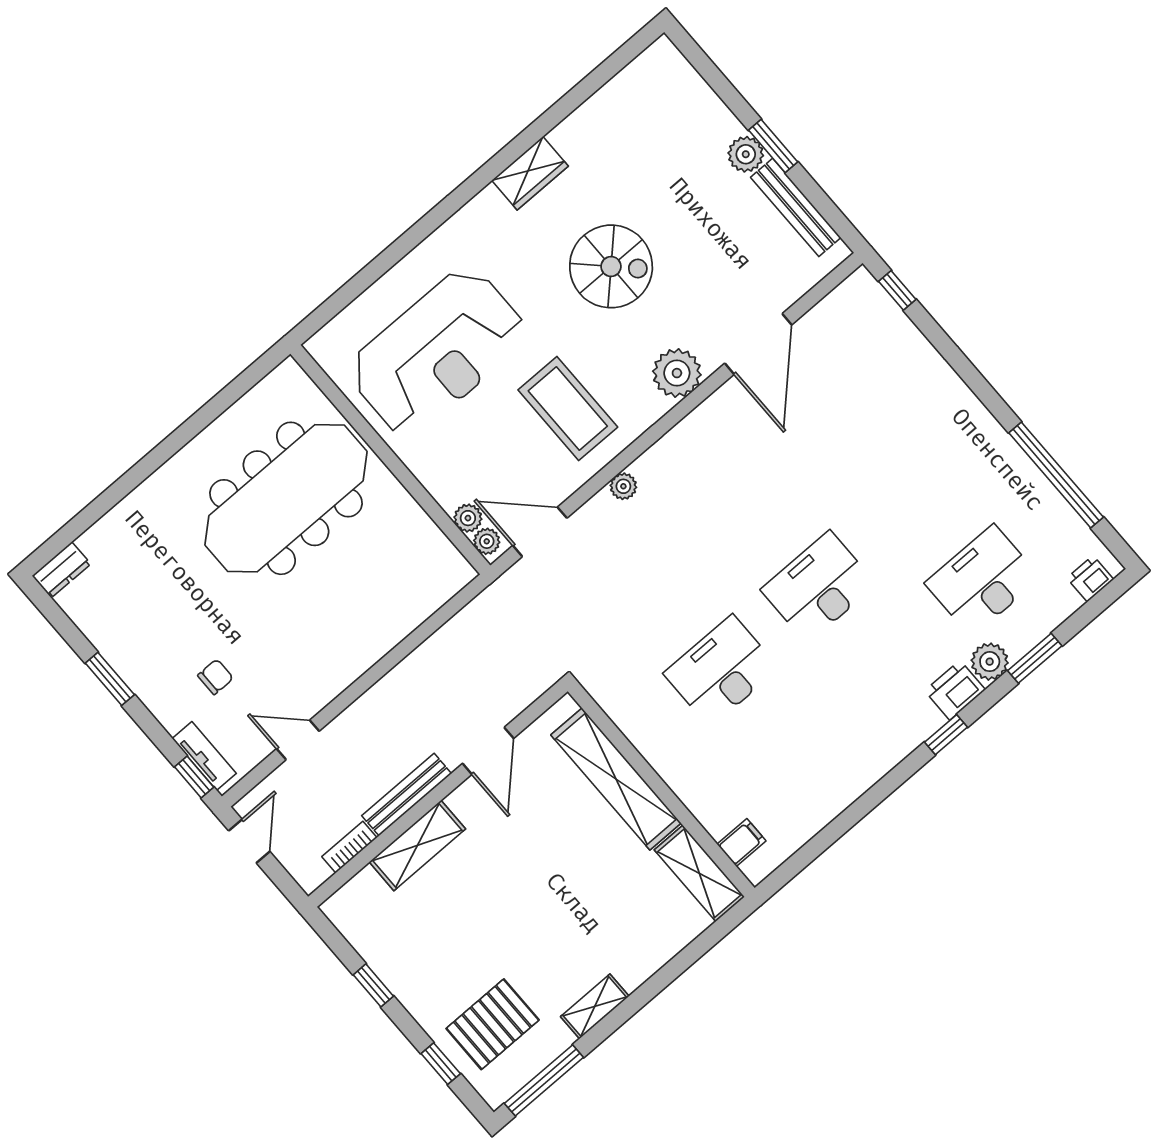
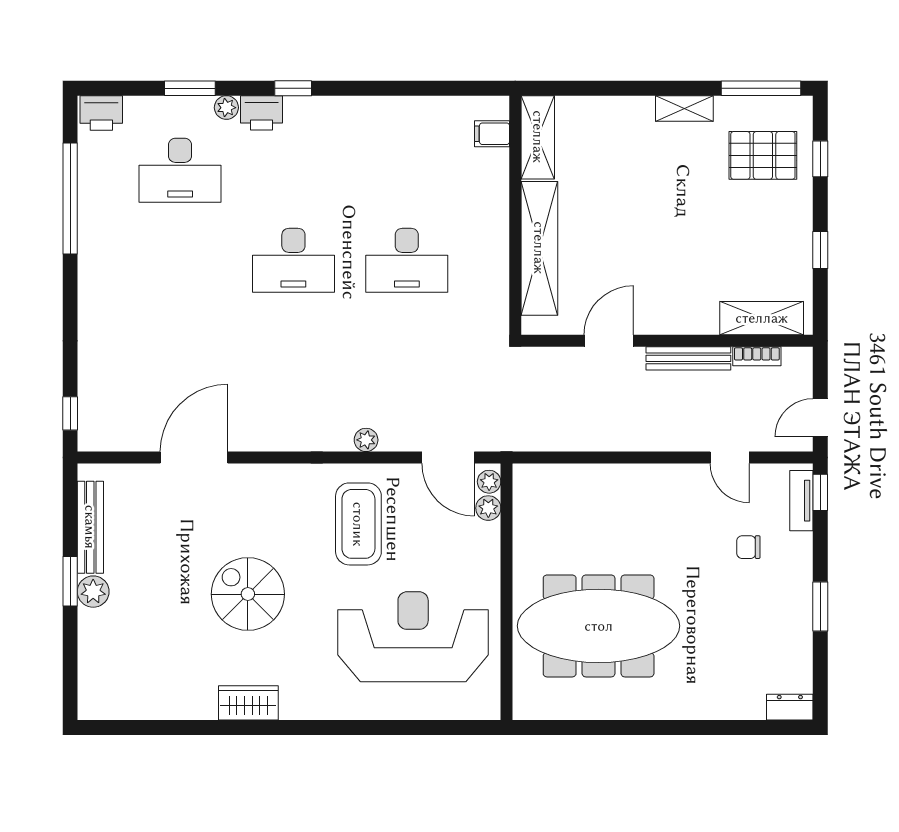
plant: (677, 373) -> (265, 485), removed
printer: (1090, 579) -> (101, 113), width x1.36, depth x1.24
plant: (990, 662) -> (226, 108), width x0.73, depth x0.73
shelving: (417, 845) -> (762, 318), moved

